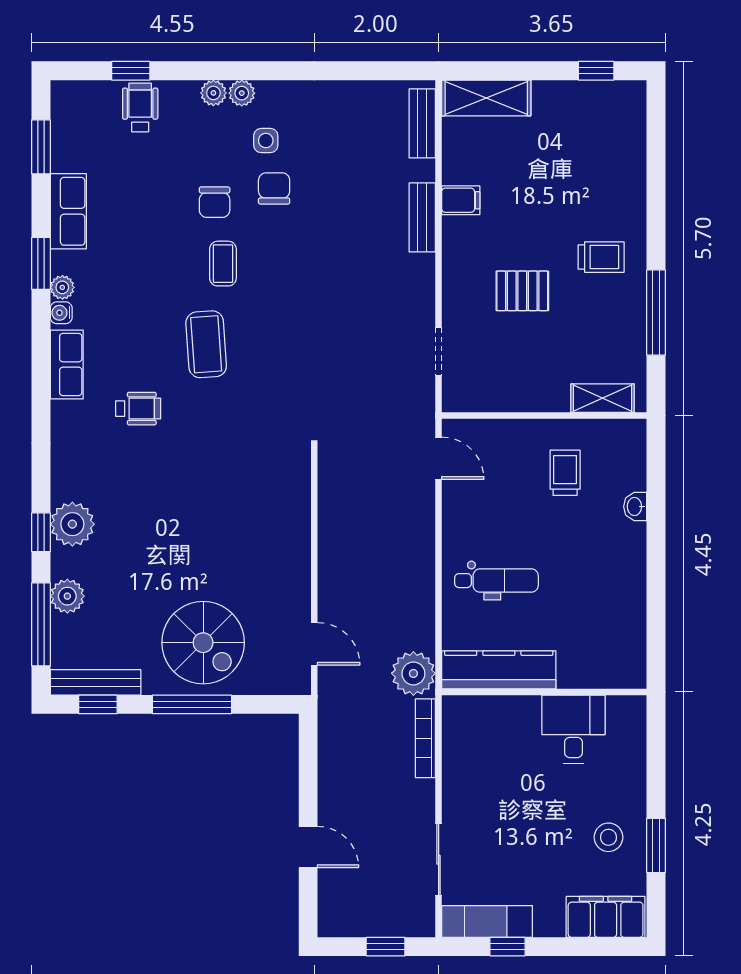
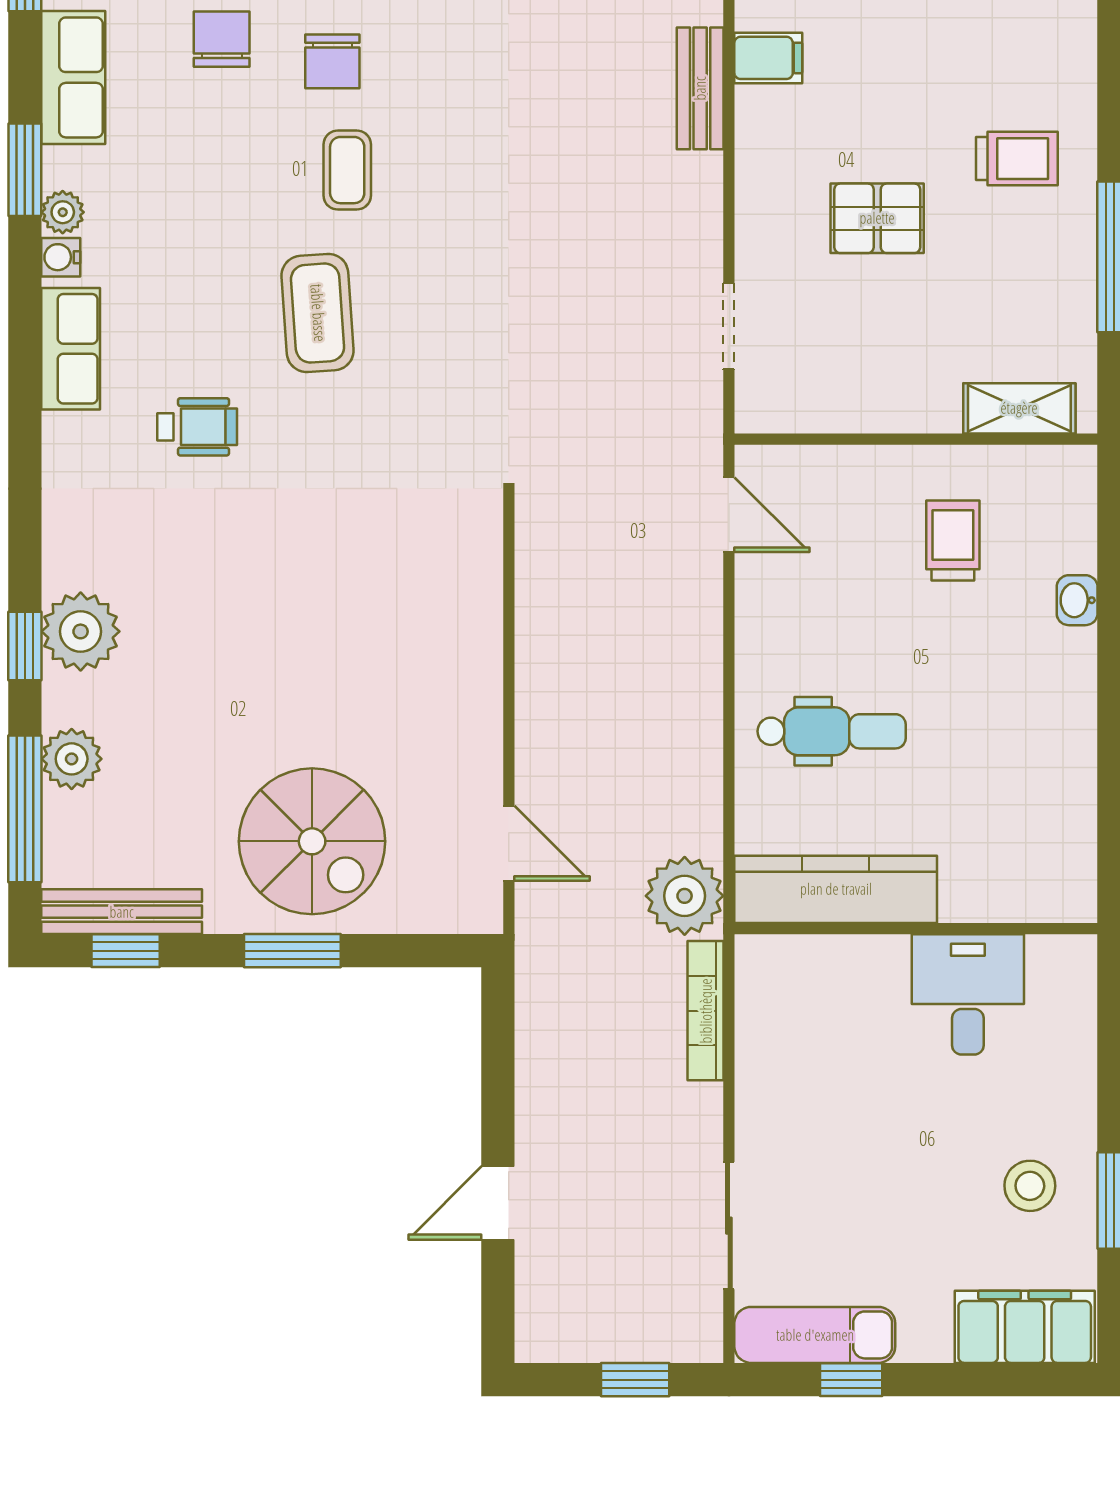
chair: (274, 188) -> (222, 39), moved
window: (192, 704) -> (292, 951), width x0.69
door: (308, 847) -> (498, 1203), swing flipped

